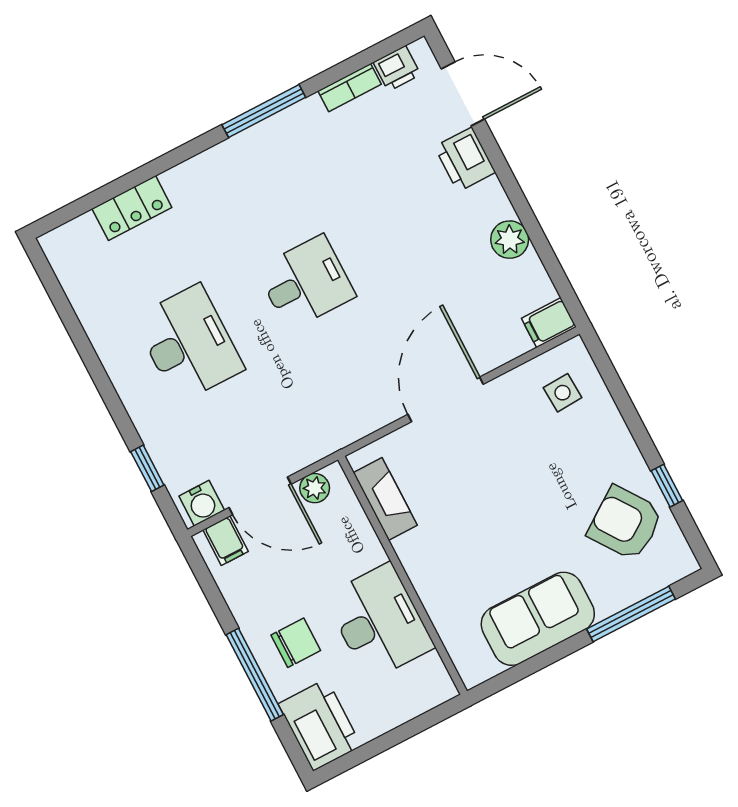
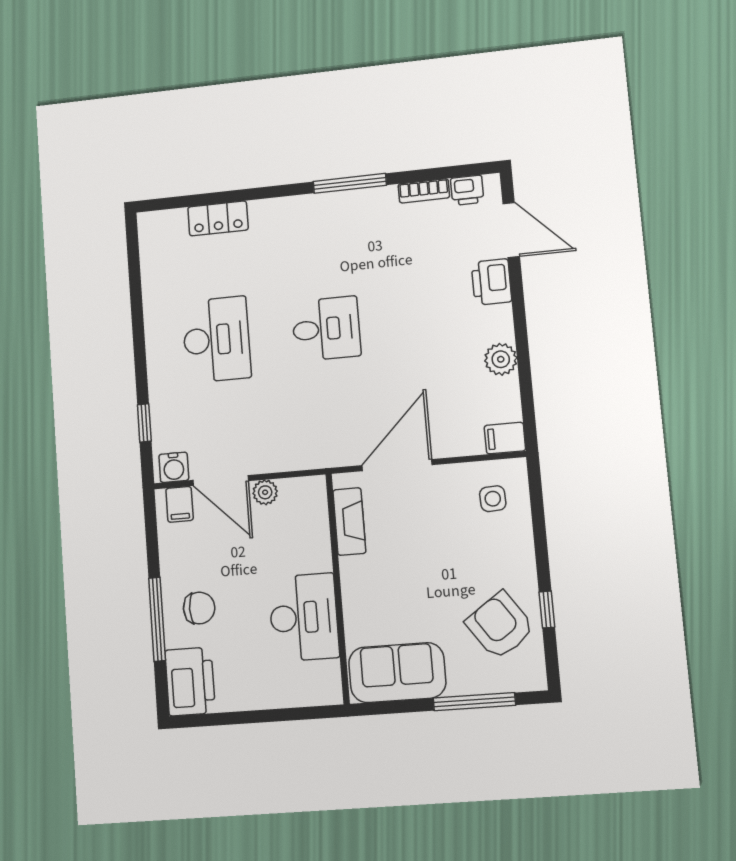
fireplace: (385, 499) -> (349, 521), moved
wall: (402, 575) -> (338, 588), moved
desk: (379, 622) -> (304, 617), moved

